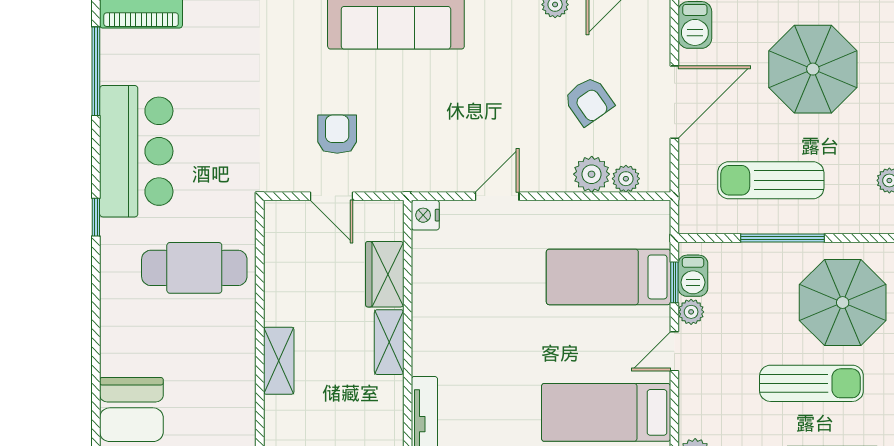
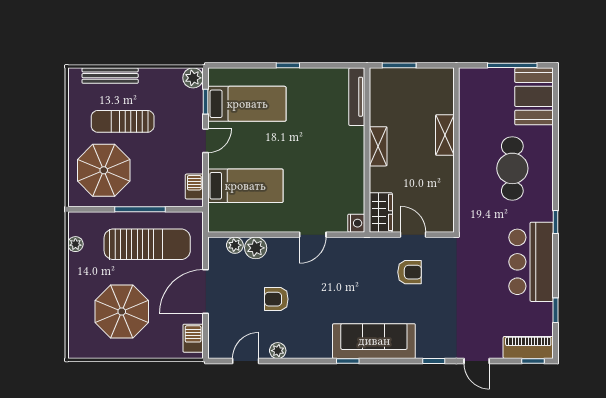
window: (96, 71) -> (556, 310), width x0.46
armchair: (589, 101) -> (276, 299), moved, turned -55
armchair: (337, 134) -> (410, 272), turned -90
sun lounger: (771, 180) -> (147, 244), width x1.36, depth x1.34
cafe table: (194, 268) -> (512, 168), moved, turned 90
wardrobe: (385, 274) -> (381, 212), moved
window: (674, 282) -> (206, 102), moved
plant: (691, 312) -> (195, 165), removed

